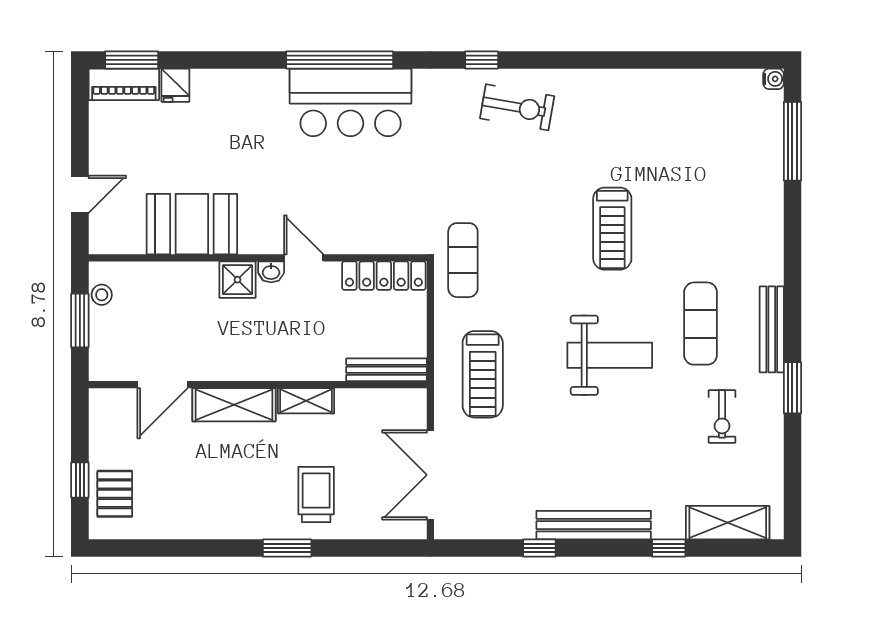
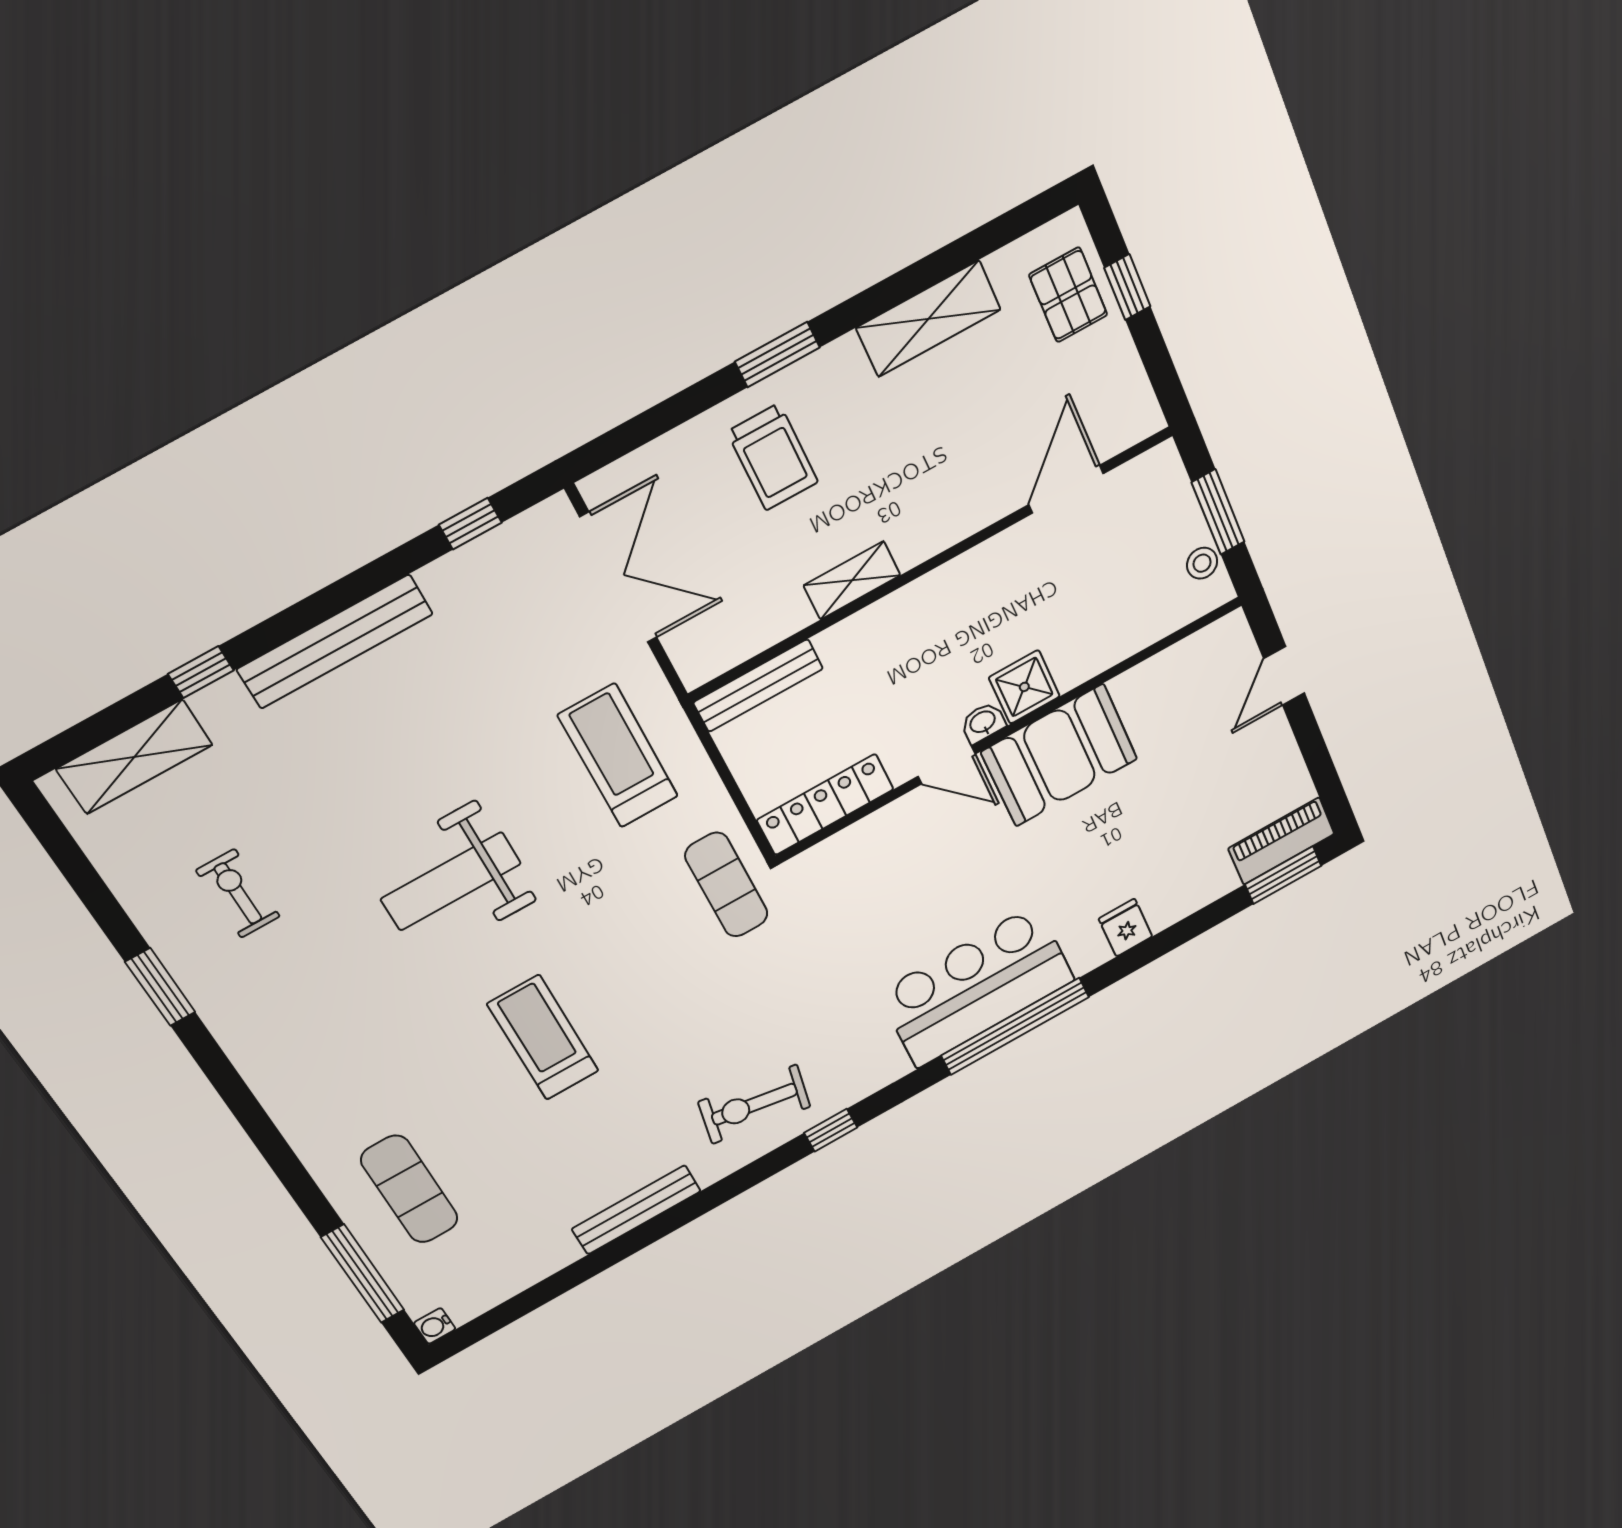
fridge: (175, 85) -> (1125, 928), moved
booth: (192, 224) -> (1059, 755), moved
exercise mat: (701, 324) -> (410, 1189), moved
bench: (772, 329) -> (636, 1210), moved, turned 90
shelving: (234, 405) -> (928, 319), moved
window: (539, 548) -> (470, 524), moved

